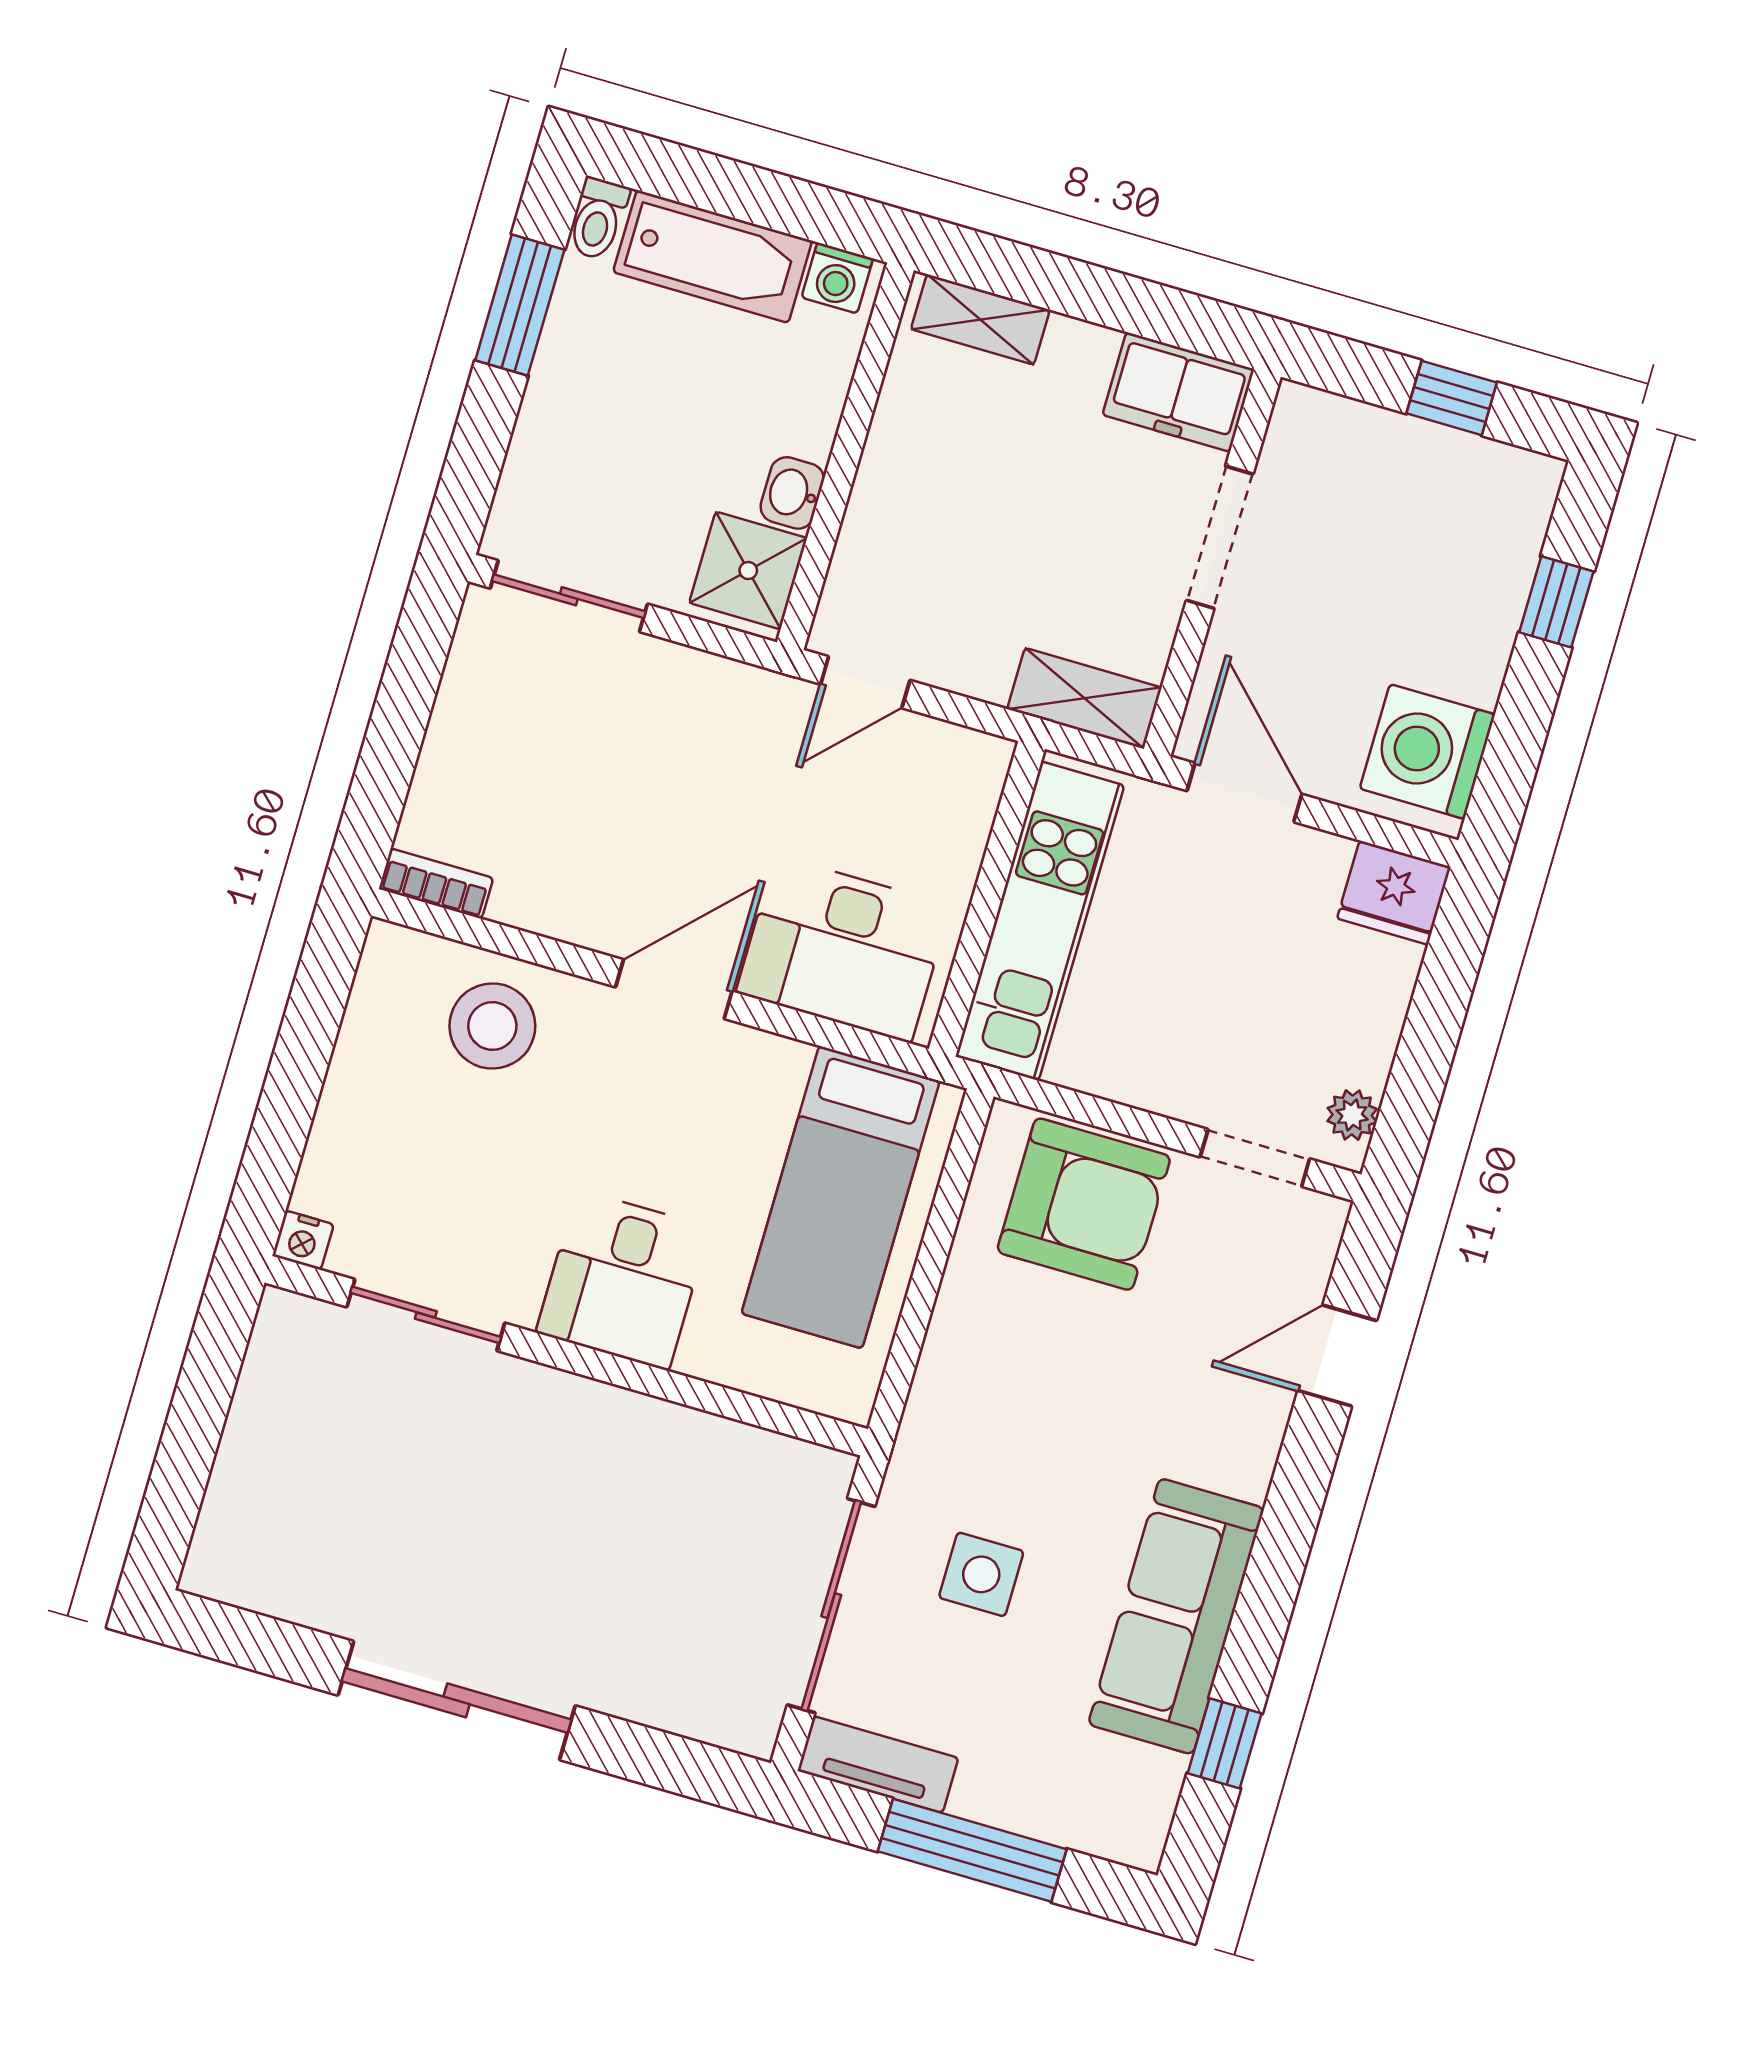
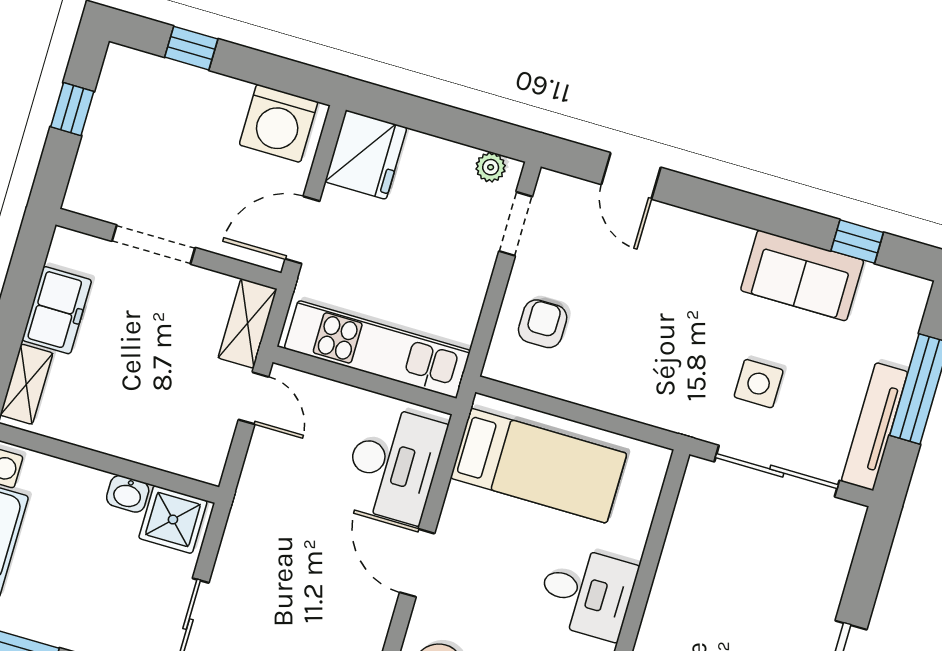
freezer: (1178, 392) -> (57, 310), moved
door: (865, 682) -> (254, 398), moved
fridge: (1394, 893) -> (366, 155), width x1.36, depth x1.34
armchair: (1084, 1204) -> (543, 324), width x0.53, depth x0.53
sofa: (1176, 1616) -> (802, 275), width x0.73
tv unit: (878, 1764) -> (875, 427), width x1.41

